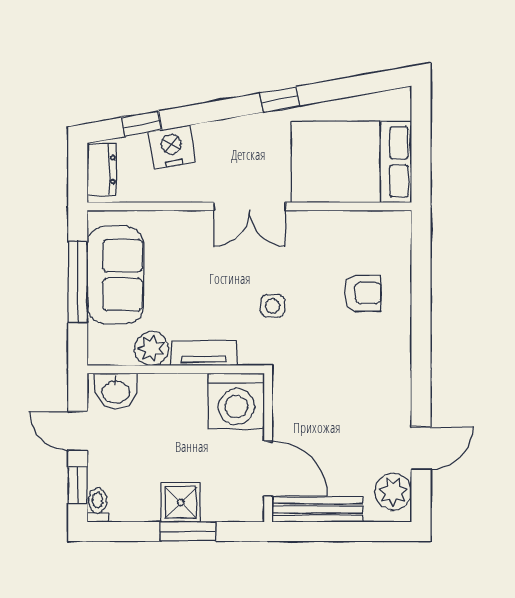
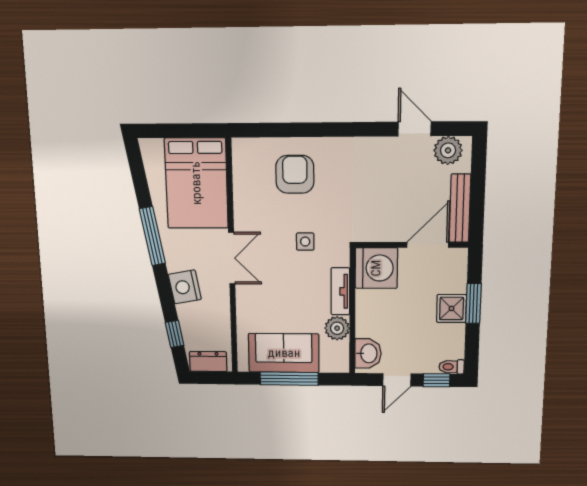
window: (280, 99) -> (152, 236), width x2.17
nightstand: (172, 147) -> (185, 287), moved
armchair: (363, 293) -> (295, 174), width x1.38, depth x1.38

